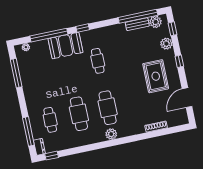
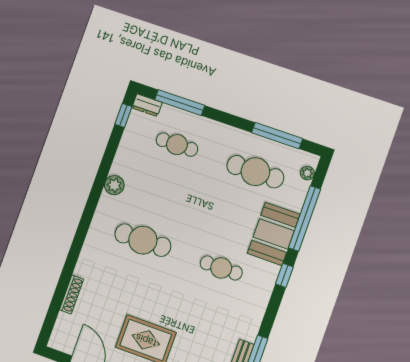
cafe table: (79, 114) -> (255, 172), moved
plant: (111, 134) -> (114, 185), moved

